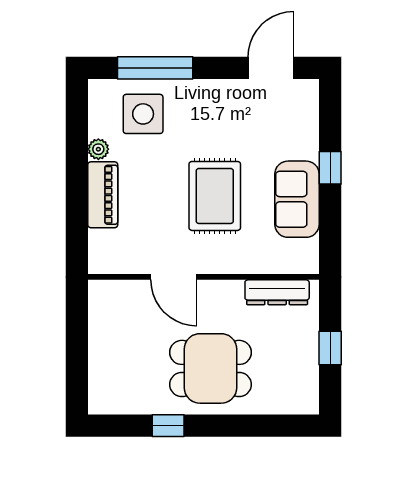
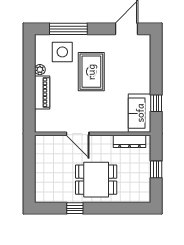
window: (330, 168) -> (156, 103), moved
rug: (215, 196) -> (91, 72), moved
sofa: (297, 199) -> (140, 113), moved

